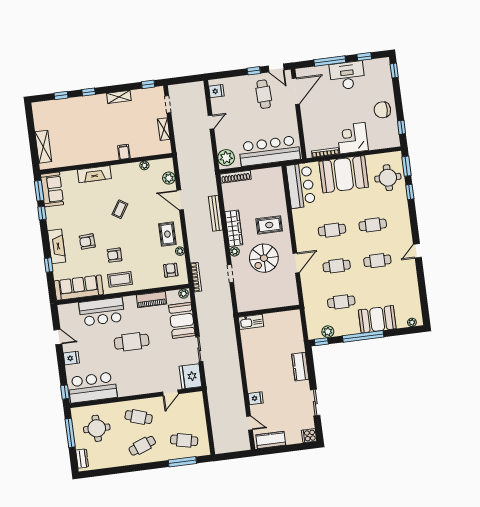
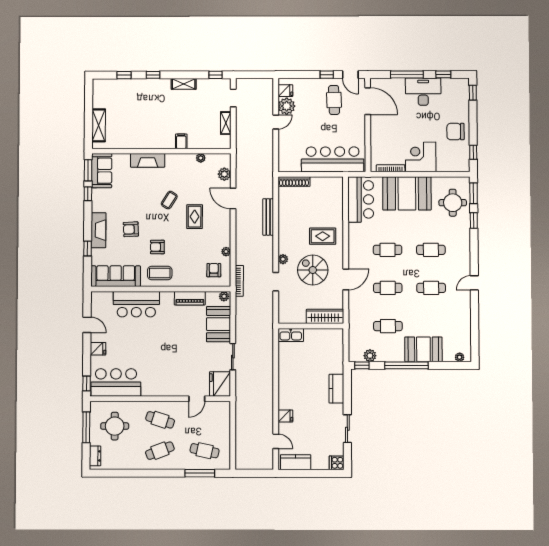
door: (296, 91) -> (368, 101), hinge flipped
plant: (226, 158) -> (287, 106), moved
wardrobe: (234, 228) -> (325, 316), moved, turned -90
rug: (167, 234) -> (195, 217), moved
spiral stairs: (264, 258) -> (313, 270), turned 90
cafe table: (132, 342) -> (163, 340), removed

